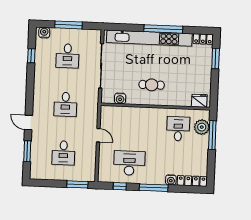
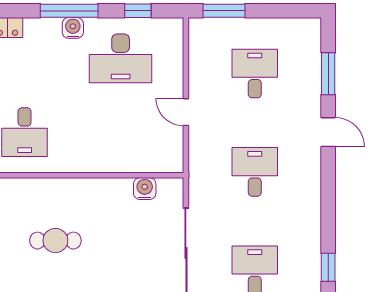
cafe table: (152, 85) -> (55, 241), moved
water cooler: (171, 180) -> (73, 28), moved

